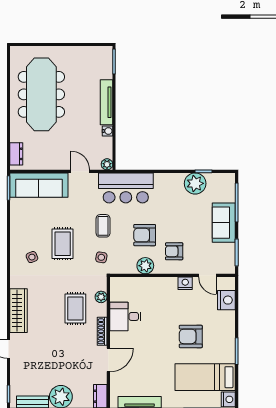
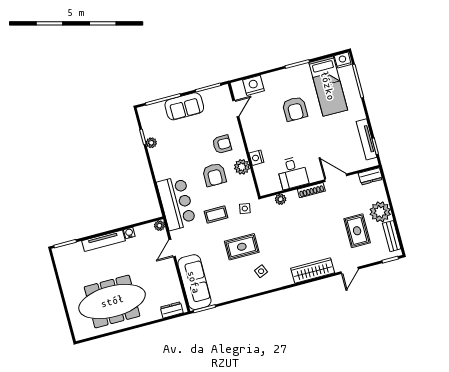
plant: (195, 183) -> (151, 143), width x0.53, depth x0.53
armchair: (174, 251) -> (222, 144), turned -90
nightstand: (185, 283) -> (256, 158), moved
rug: (75, 309) -> (357, 231), moved, turned 90

